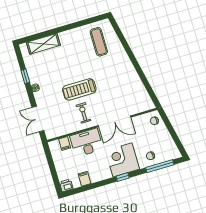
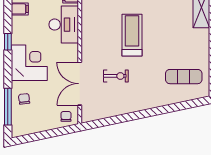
exercise bike: (83, 113) -> (116, 76), moved
double door: (114, 121) -> (80, 84), moved
window: (123, 177) -> (8, 42), moved

